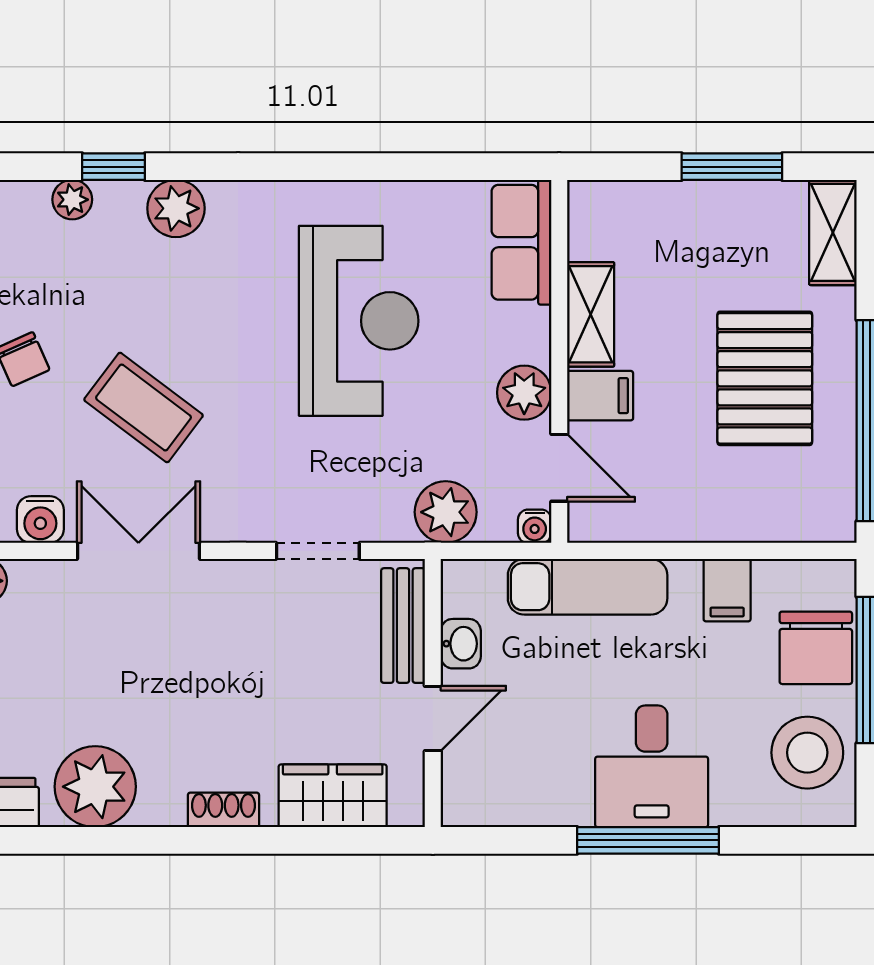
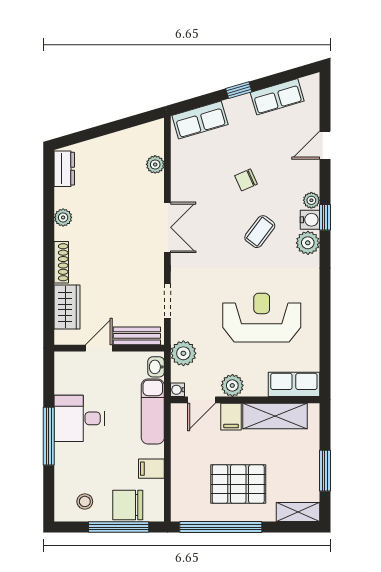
shelving: (591, 314) -> (275, 416), width x1.50, depth x1.33
reception desk: (359, 321) -> (262, 318), turned 180
coffee table: (144, 408) -> (260, 232), moved, width x0.73, depth x0.77
water cooler: (40, 520) -> (310, 220), moved, turned 180
washbasin: (461, 644) -> (156, 367), moved, turned 90
door: (433, 718) -> (99, 348), swing flipped
stool: (807, 753) -> (85, 501), width x0.53, depth x0.53
desk: (652, 766) -> (79, 418), moved
plant: (95, 787) -> (63, 217), width x0.53, depth x0.53
shoe rack: (223, 810) -> (61, 262), width x1.43

